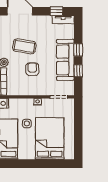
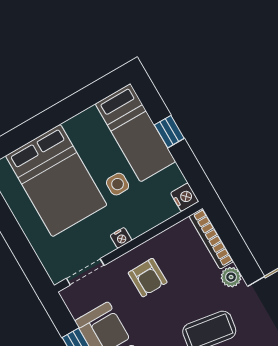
armchair: (32, 69) -> (148, 278), moved

